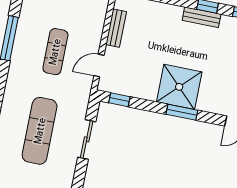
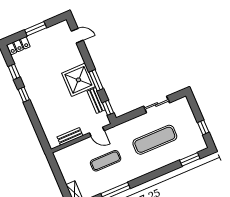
bench: (202, 17) -> (96, 100), moved
window: (182, 112) -> (96, 80), moved
sliding door: (87, 139) -> (157, 104), moved

